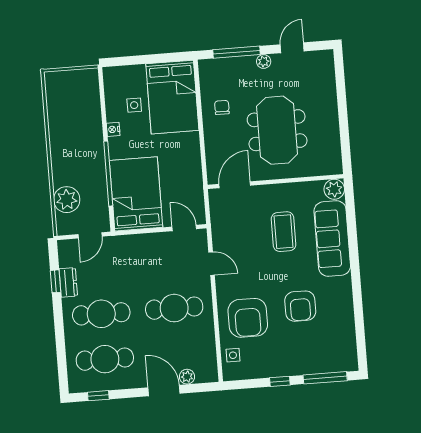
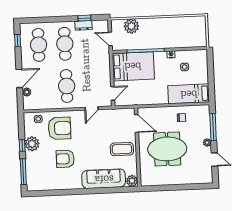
bed: (172, 97) -> (189, 94), width x0.67
coffee table: (284, 232) -> (122, 149), moved
armchair: (248, 318) -> (59, 128), turned 180
plant: (276, 364) -> (32, 144), added

